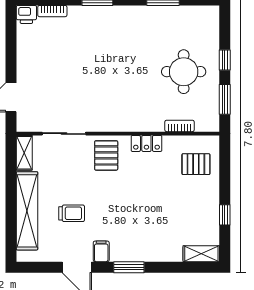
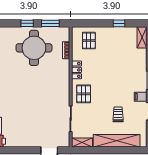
round table: (184, 72) -> (34, 48), width x1.36, depth x1.36
pallet: (106, 155) -> (84, 94), turned 90

